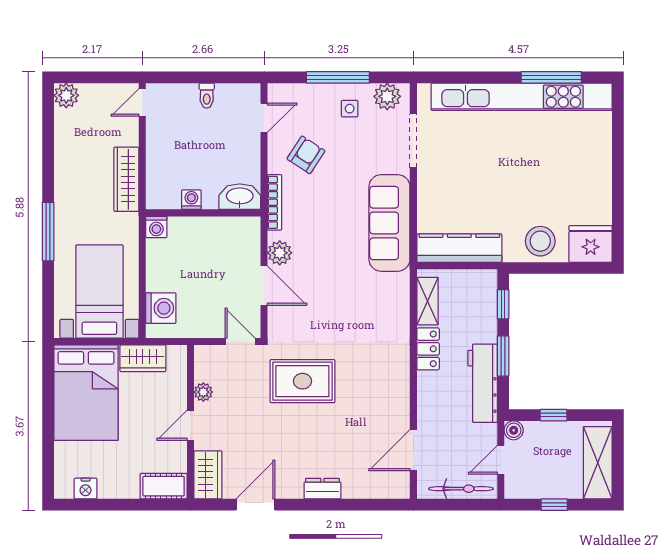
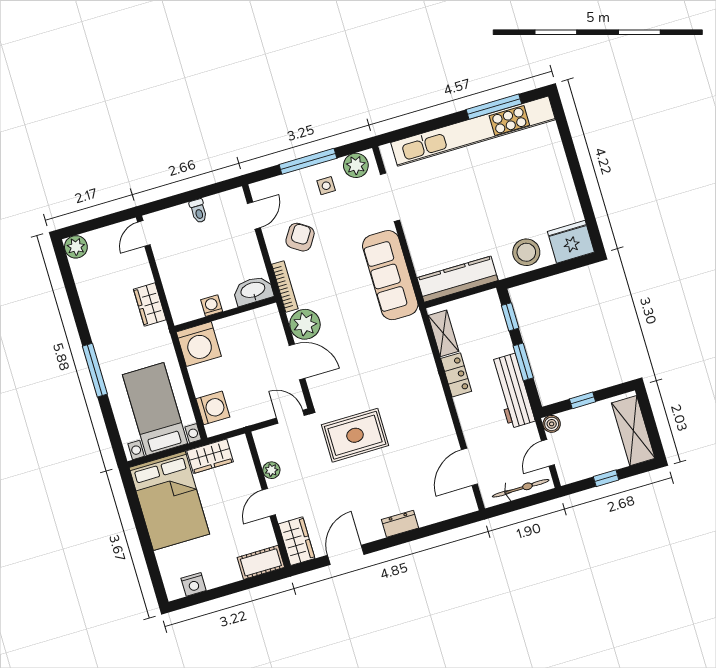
wardrobe: (126, 179) -> (150, 305), width x0.67
washing machine: (156, 227) -> (199, 344), width x1.89, depth x1.89
plant: (280, 253) -> (305, 324), width x1.36, depth x1.36

